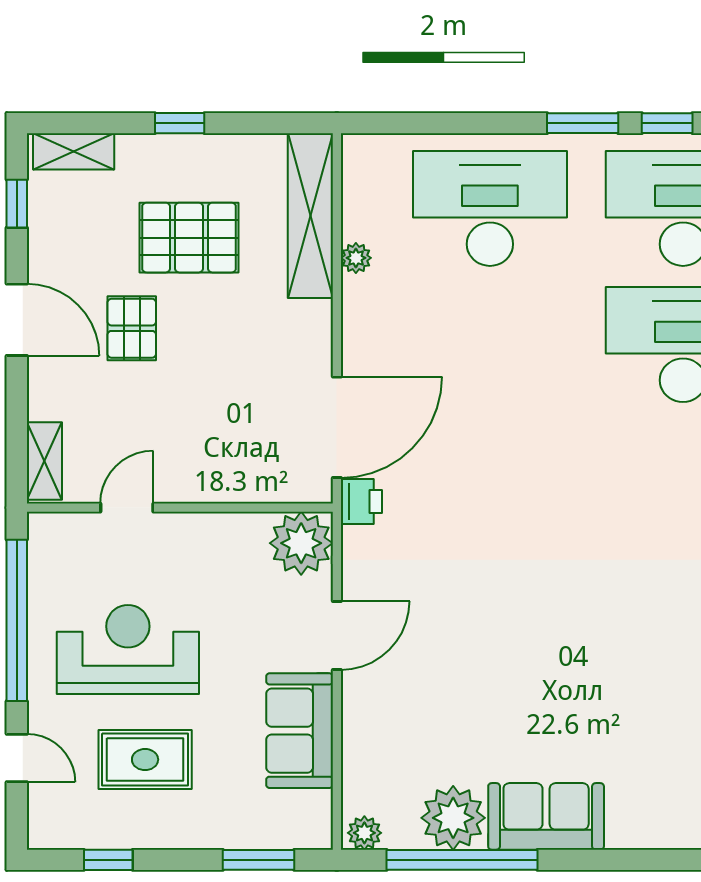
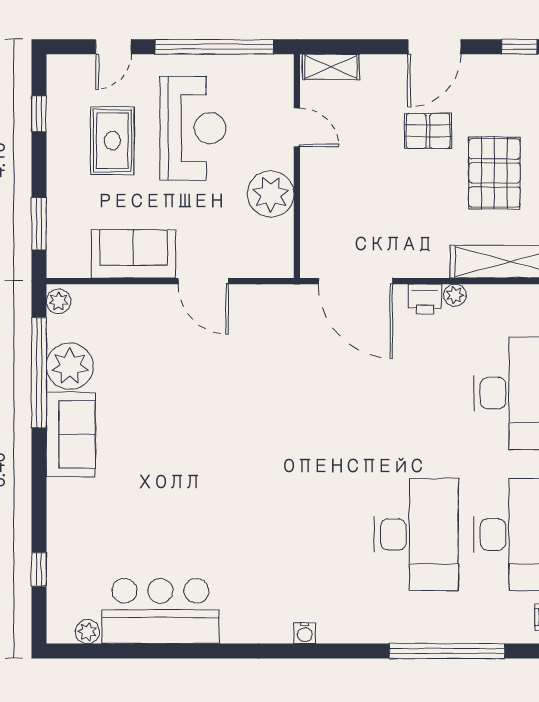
plant: (356, 258) -> (455, 295), moved
printer: (361, 502) -> (425, 299), moved
plant: (301, 543) -> (271, 194), moved

